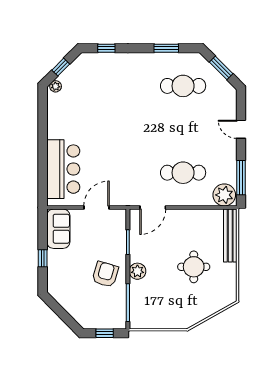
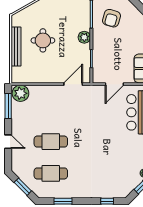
cafe table: (183, 173) -> (51, 142), moved
bench: (230, 236) -> (16, 47), moved
armchair: (105, 274) -> (111, 18), moved

